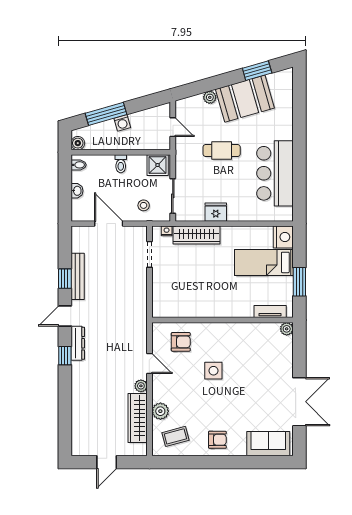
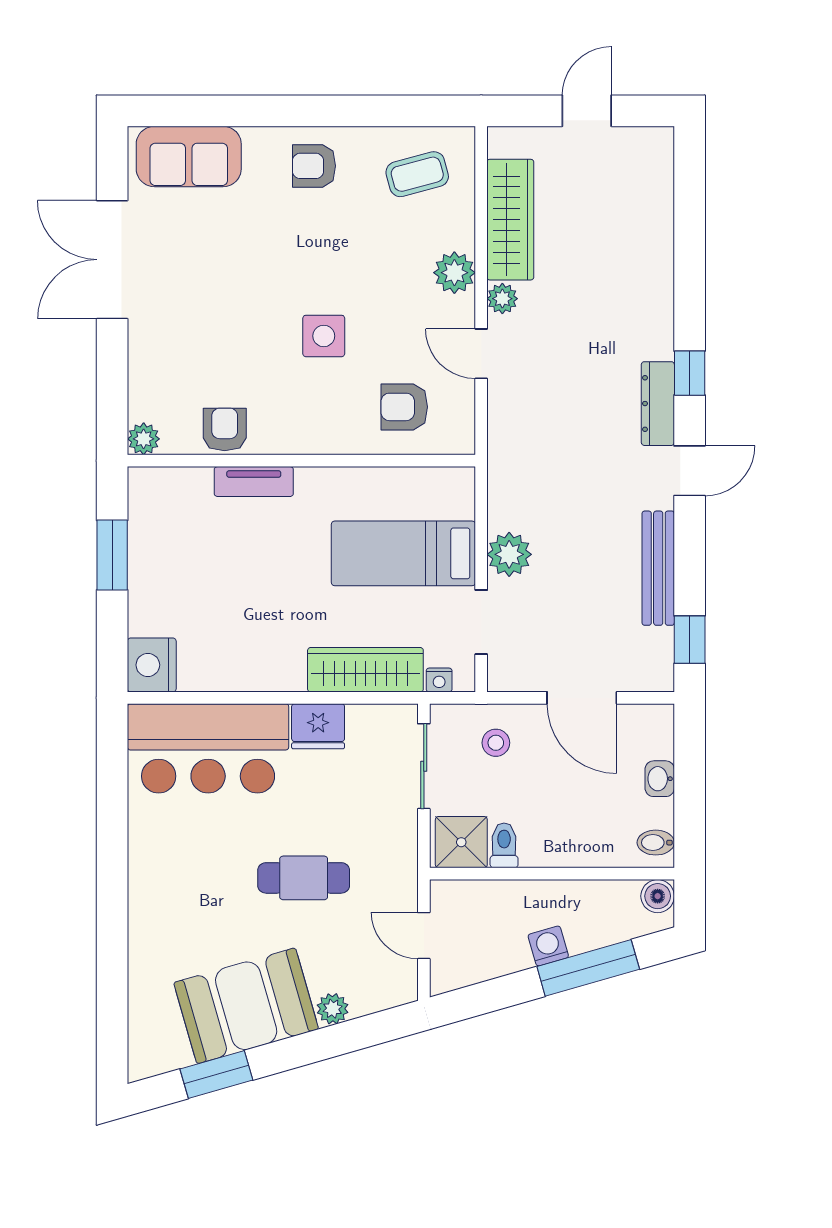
toilet: (121, 164) -> (504, 845), moved
bar counter: (275, 173) -> (208, 748), moved, turned 90
bed: (264, 262) -> (403, 553), moved, turned 180
window: (65, 279) -> (690, 640), moved
plant: (138, 282) -> (509, 554), added
tv unit: (270, 312) -> (254, 482), moved
armchair: (254, 333) -> (225, 429), added
plant: (160, 411) -> (454, 273), moved

